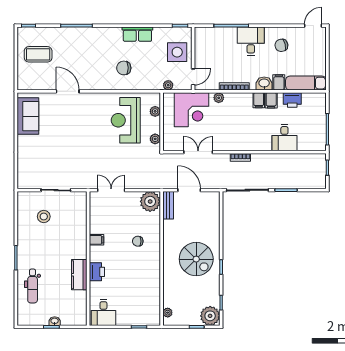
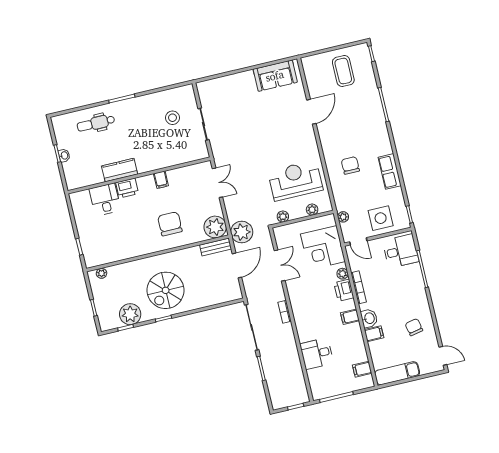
desk: (251, 41) -> (401, 251), moved
exam couch: (306, 83) -> (397, 373), moved, turned -90
filing cabinet: (271, 100) -> (362, 369), moved
printer: (292, 100) -> (344, 290), moved
plant: (160, 179) -> (242, 232), added
chair: (138, 241) -> (170, 224), width x1.87, depth x1.87
desk: (103, 313) -> (105, 199), moved, turned 90
plant: (210, 316) -> (130, 314), moved

